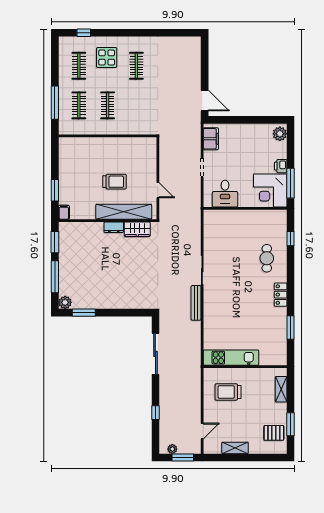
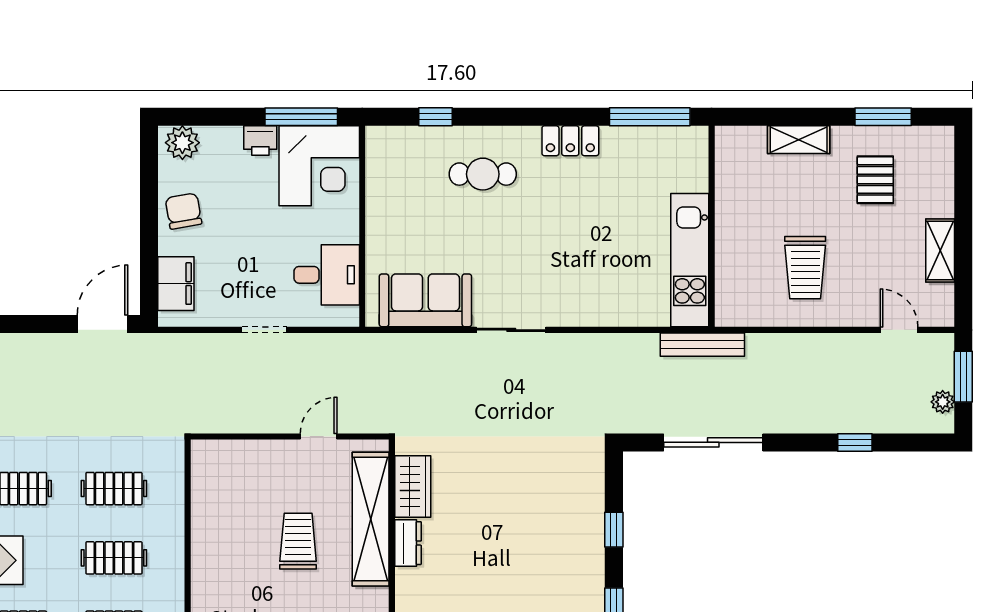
clothes rail: (136, 105) -> (114, 489), added
chair: (251, 134) -> (183, 211), added
filing cabinet: (211, 139) -> (176, 284), moved, turned 90
sofa: (214, 235) -> (425, 300), added
bench: (196, 303) -> (702, 345), moved
window: (119, 313) -> (614, 530), added
window: (291, 328) -> (650, 117), width x1.44
kitchen unit: (231, 358) -> (690, 260), moved
wall: (245, 367) -> (712, 226), moved
pallet: (274, 433) -> (875, 180), moved

